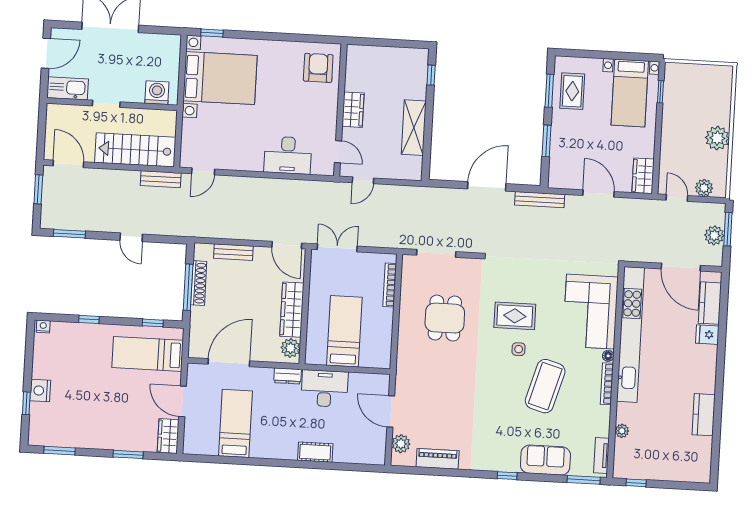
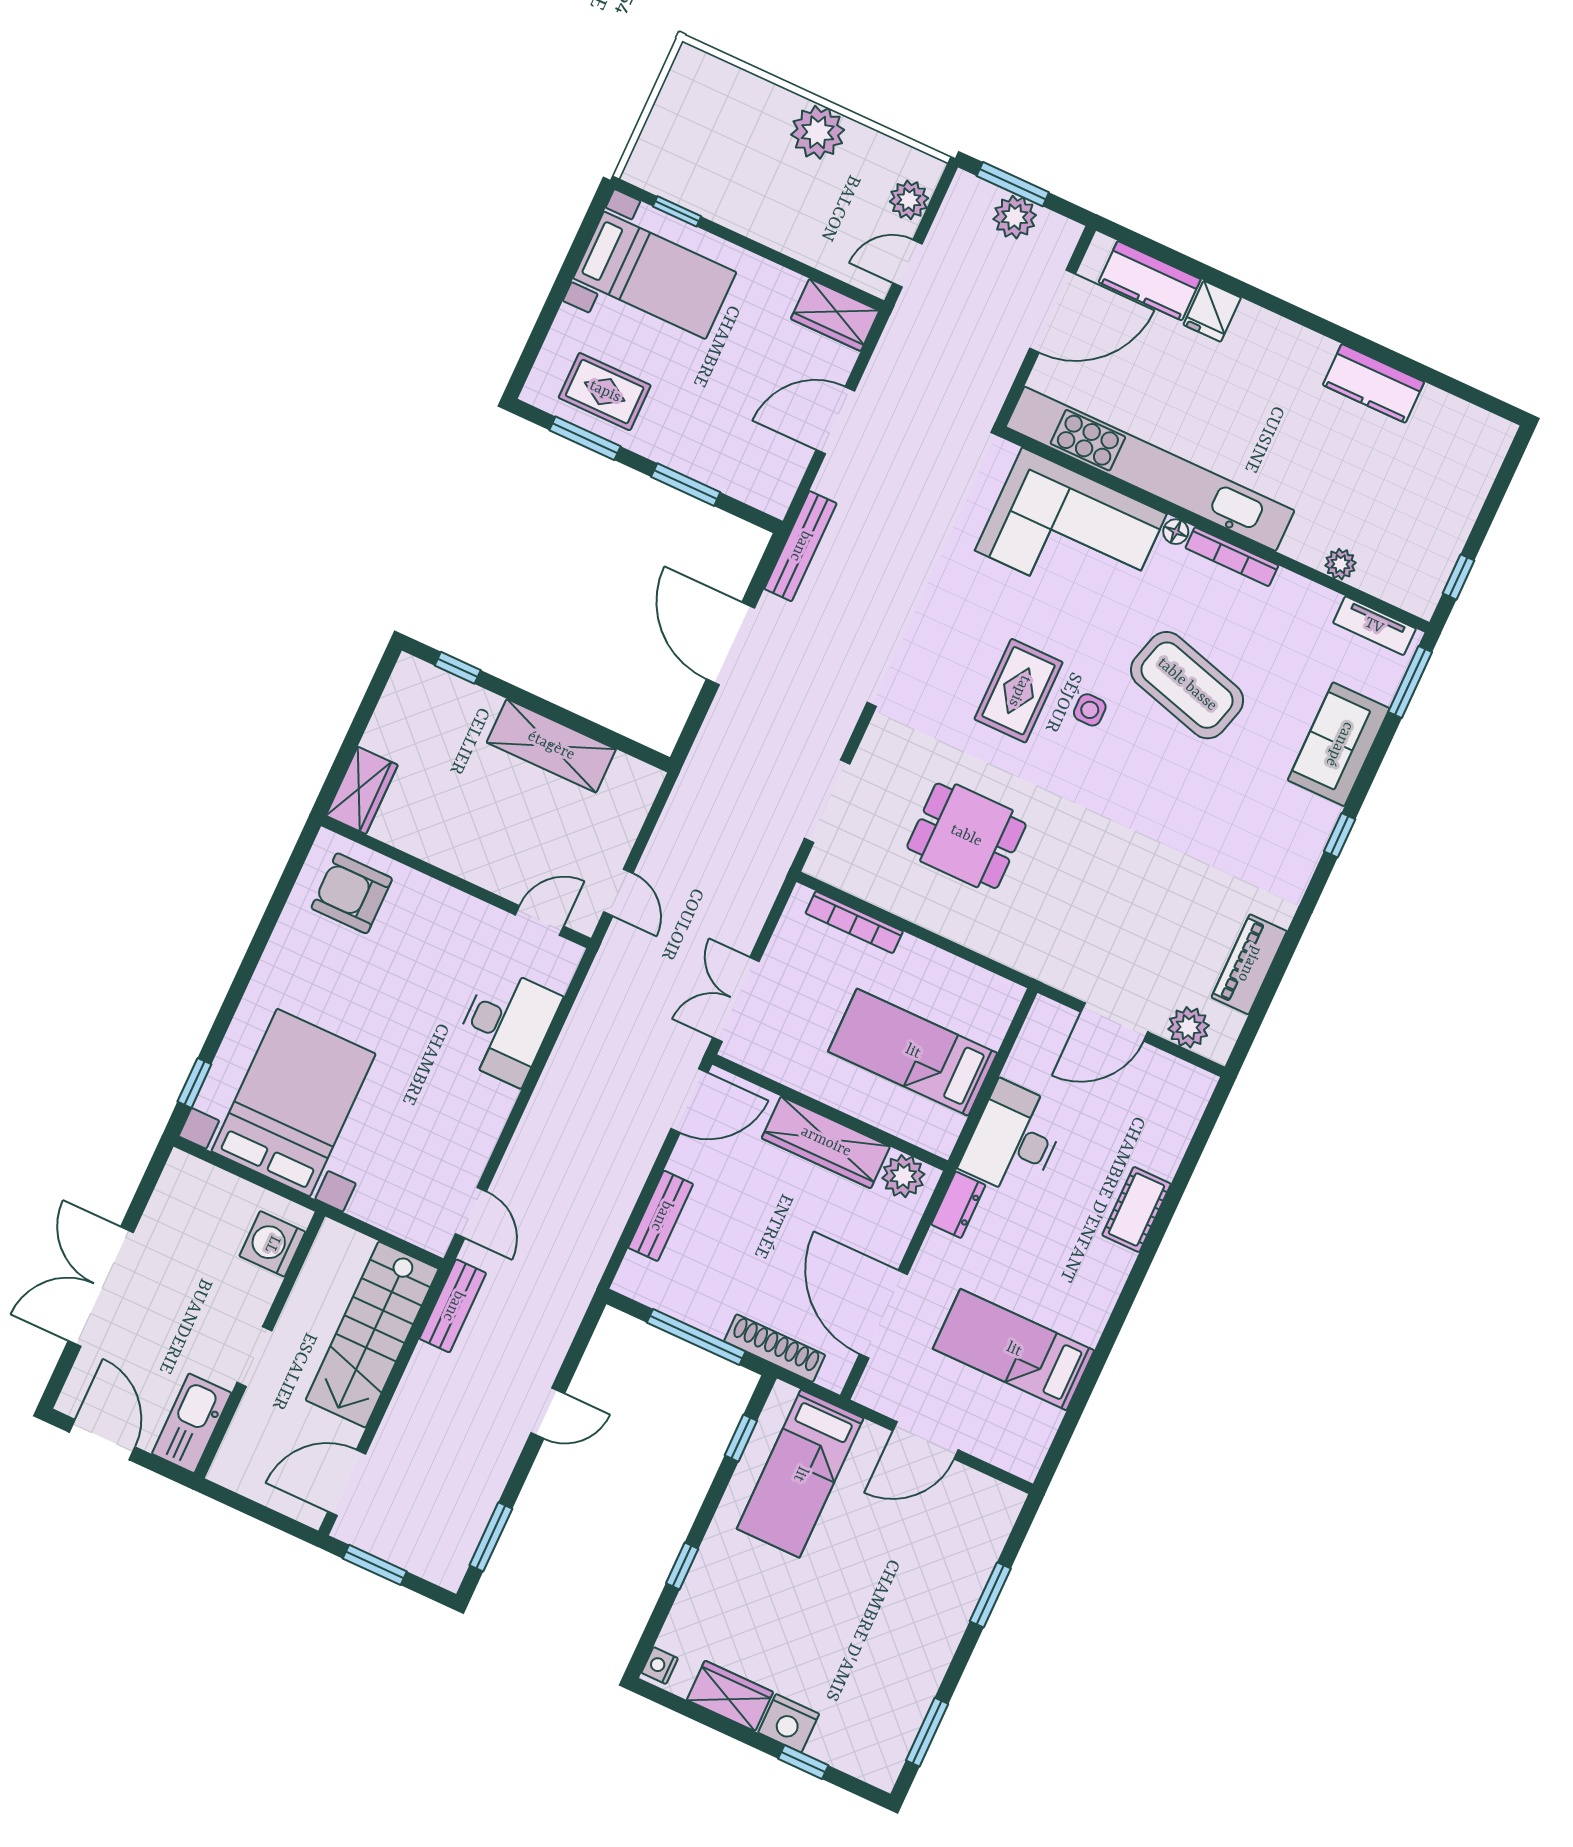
wardrobe: (353, 110) -> (362, 790), moved, turned 90
shoe rack: (199, 283) -> (775, 1348), moved
wardrobe: (168, 436) -> (730, 1696), moved, turned 180

